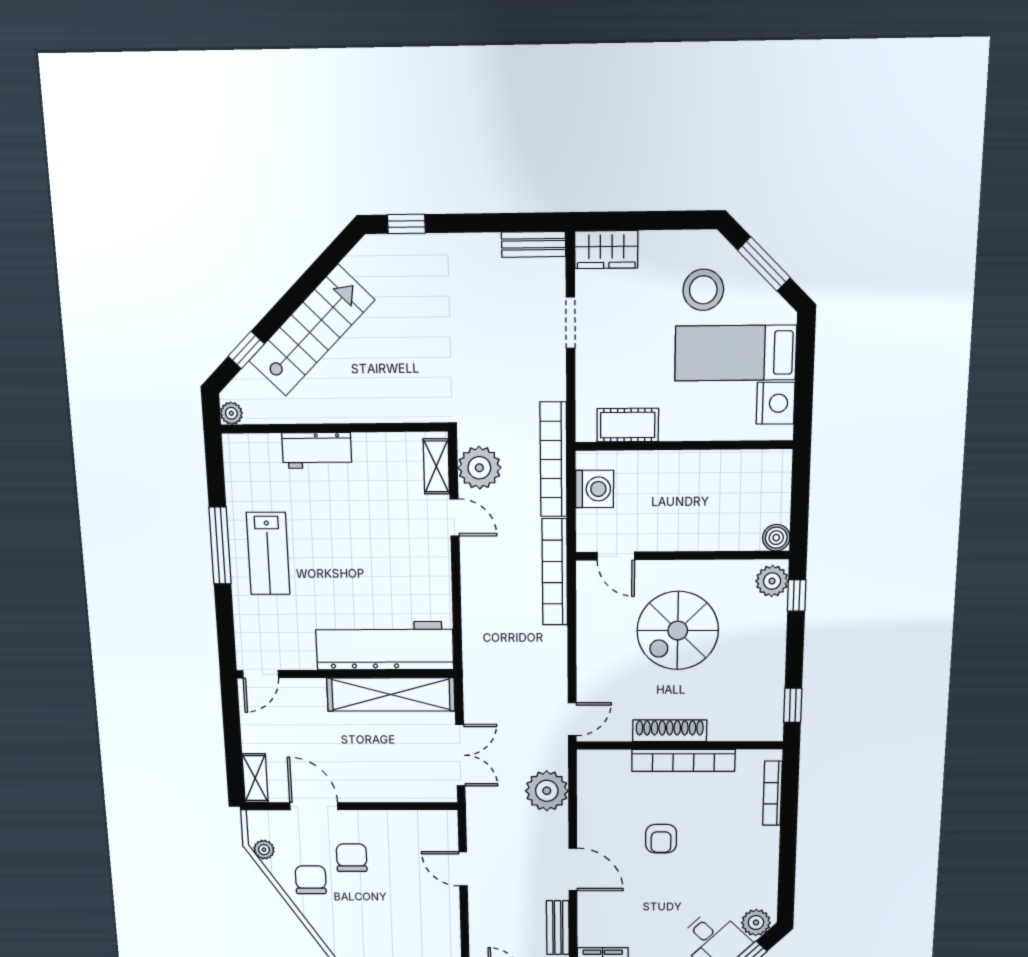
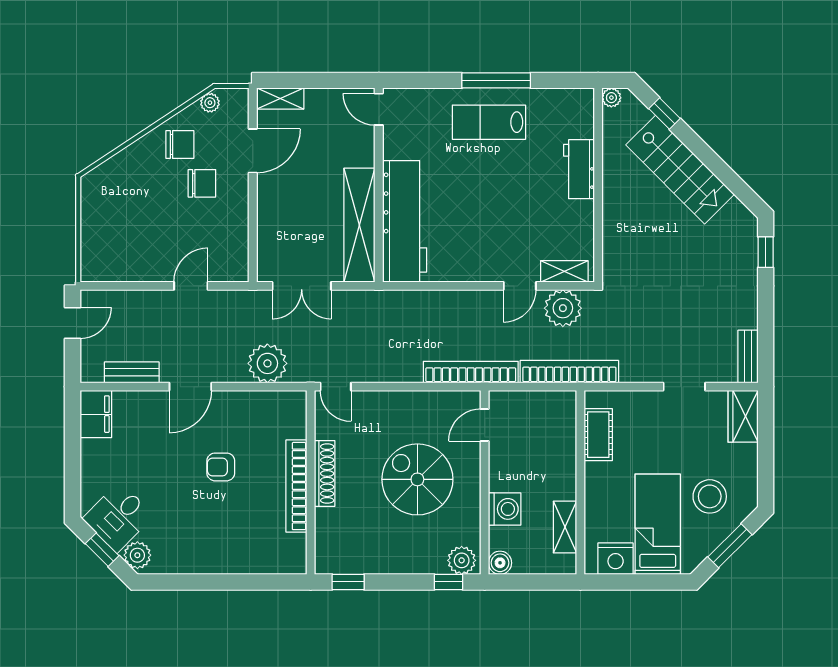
shelving: (736, 463) -> (565, 527), added
washing machine: (595, 489) -> (505, 509), moved, turned -90
bookcase: (772, 793) -> (265, 567), removed

